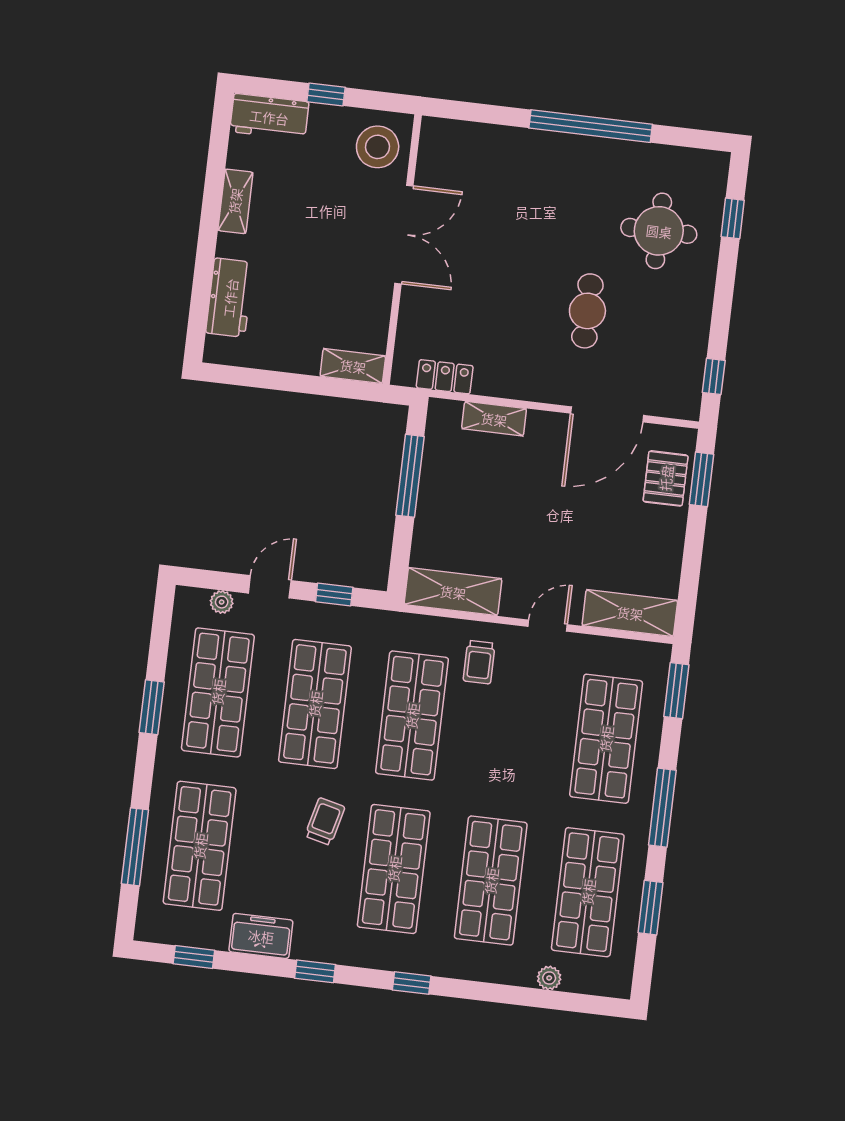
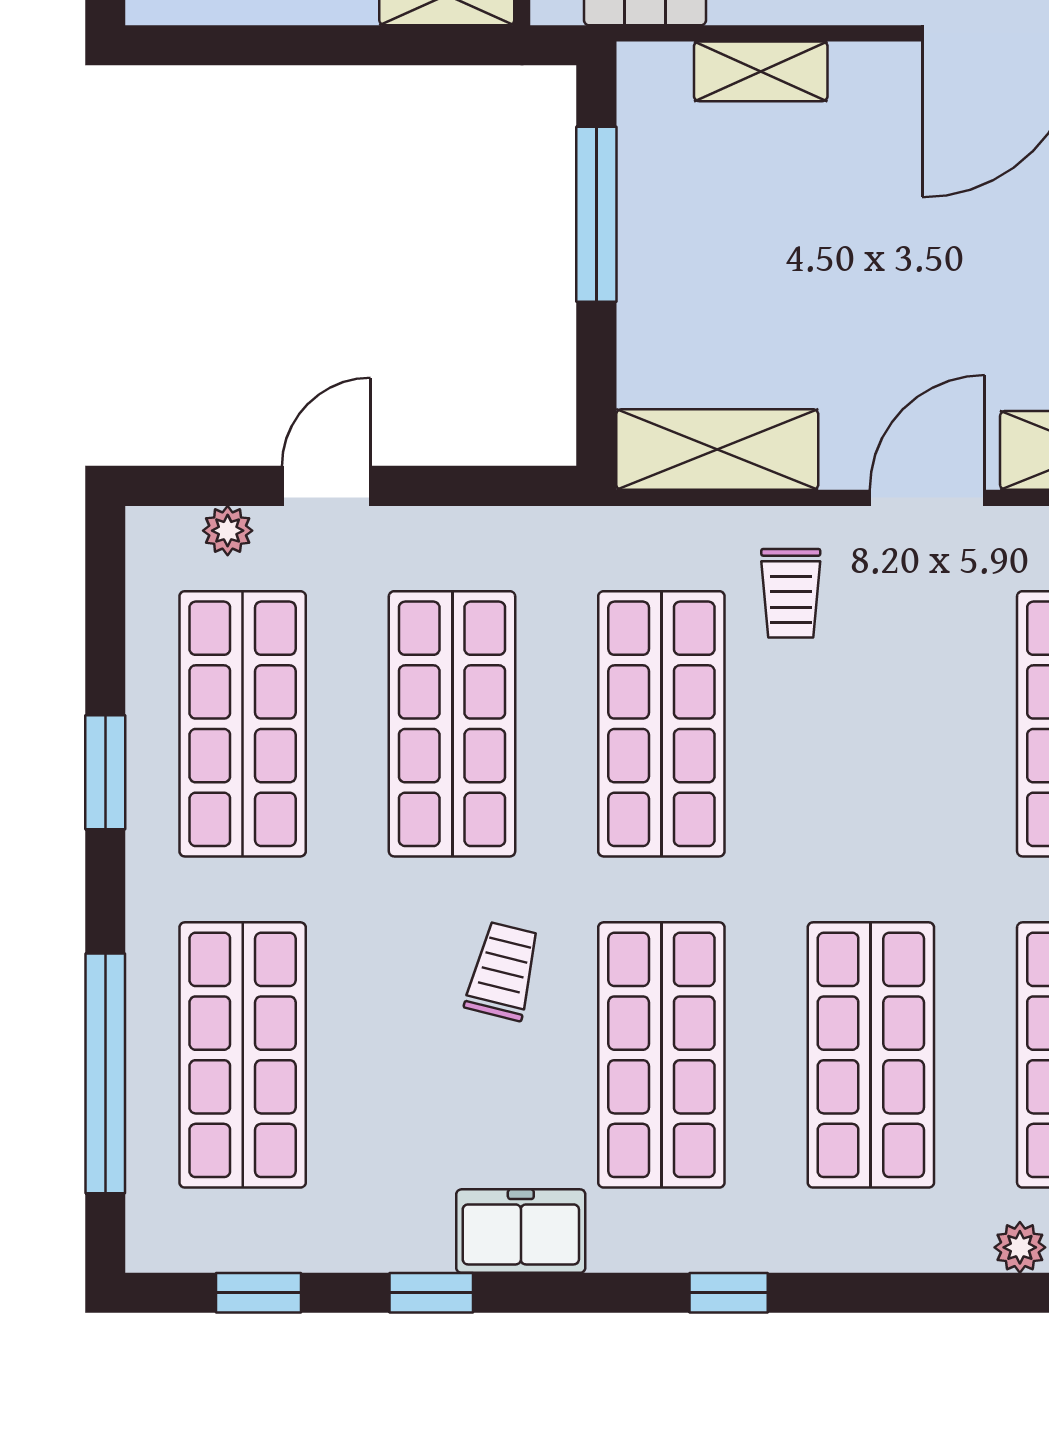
window: (334, 594) -> (465, 486), removed
door: (548, 626) -> (927, 498), width x1.38
window: (135, 847) -> (105, 1073), width x1.46
freezer: (261, 936) -> (521, 1231), moved
window: (315, 971) -> (431, 1293), moved

